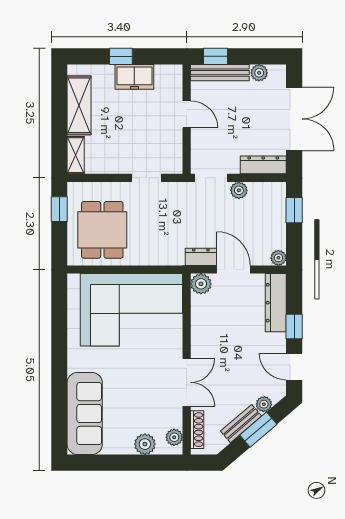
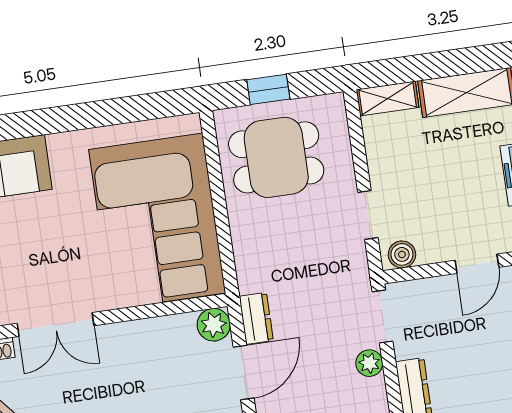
boiler: (174, 160) -> (402, 254), added
window: (59, 209) -> (268, 89), moved

